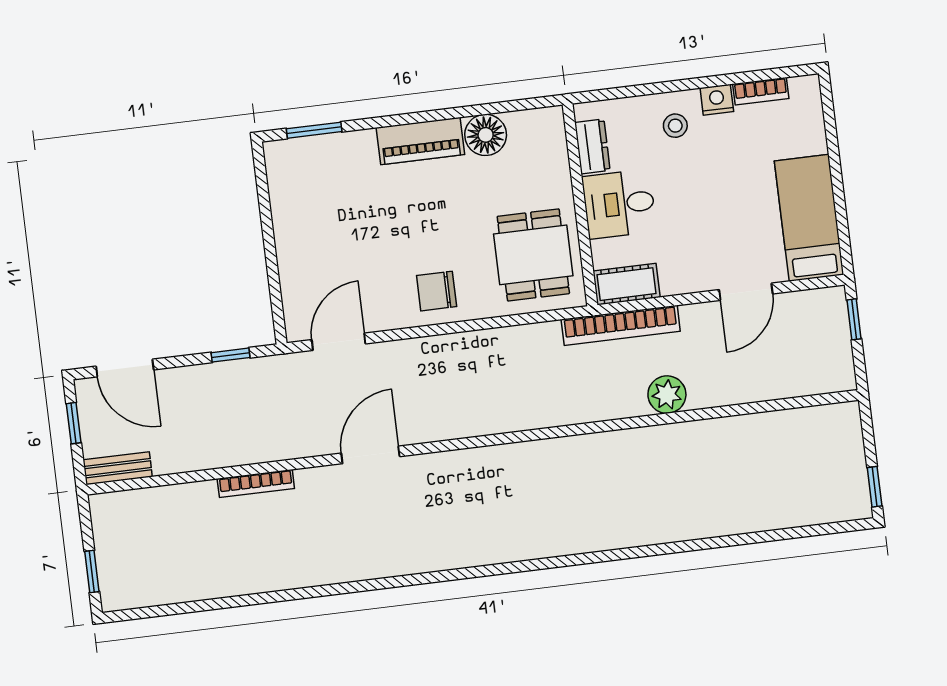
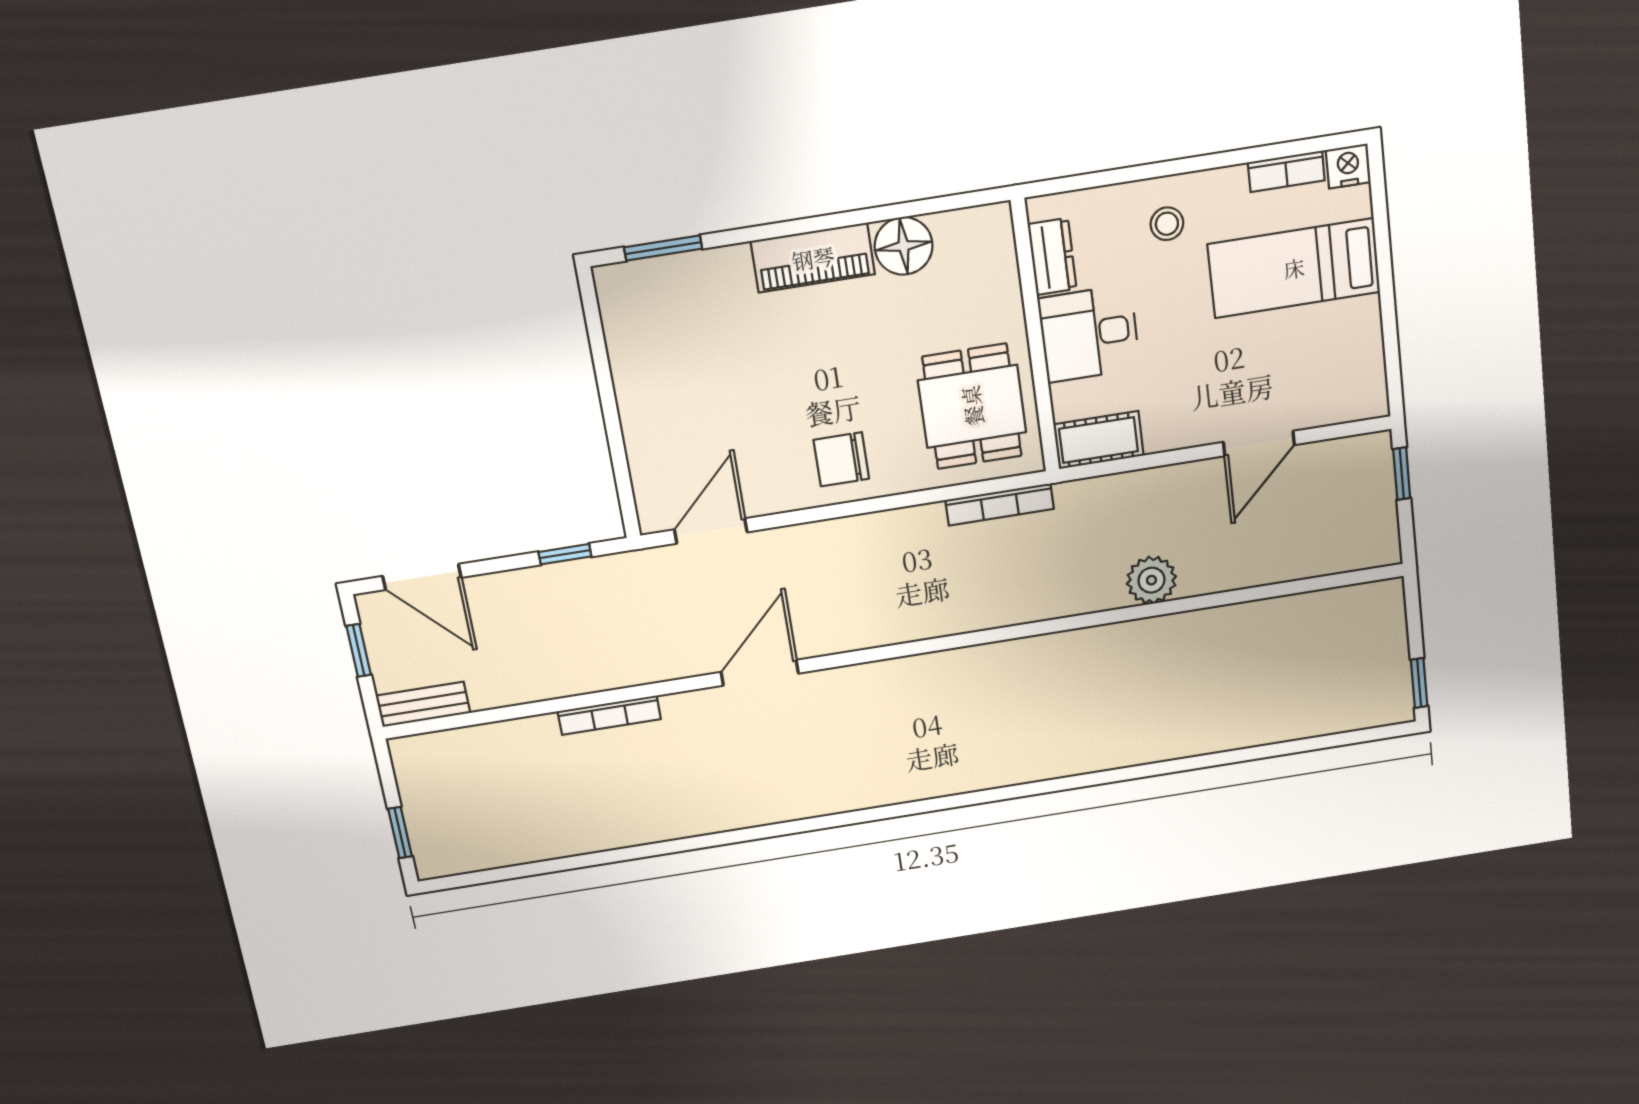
nightstand: (717, 100) -> (1348, 166), moved
bed: (809, 218) -> (1294, 268), moved, turned -90
bookcase: (621, 325) -> (1000, 504), moved, width x0.68, depth x0.76

